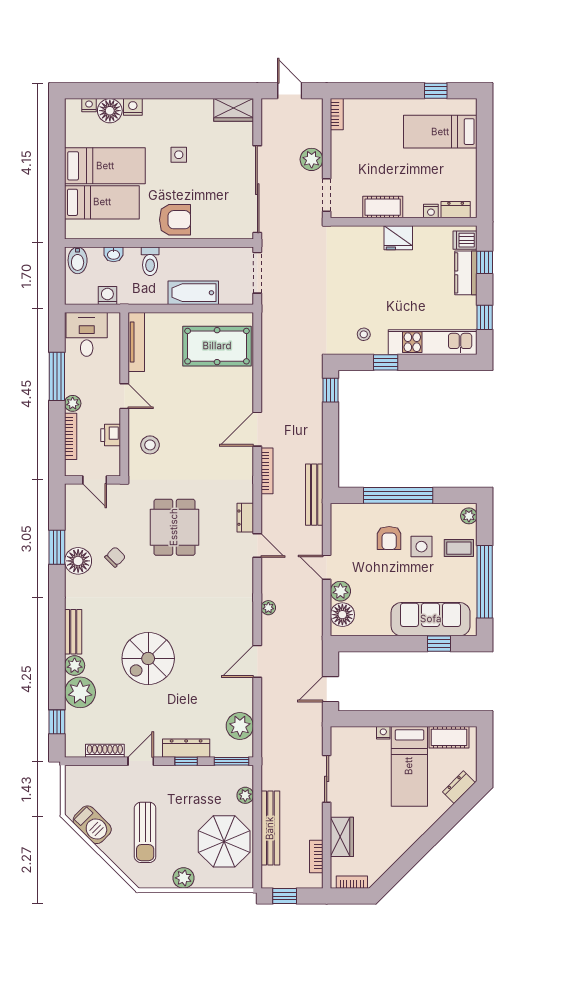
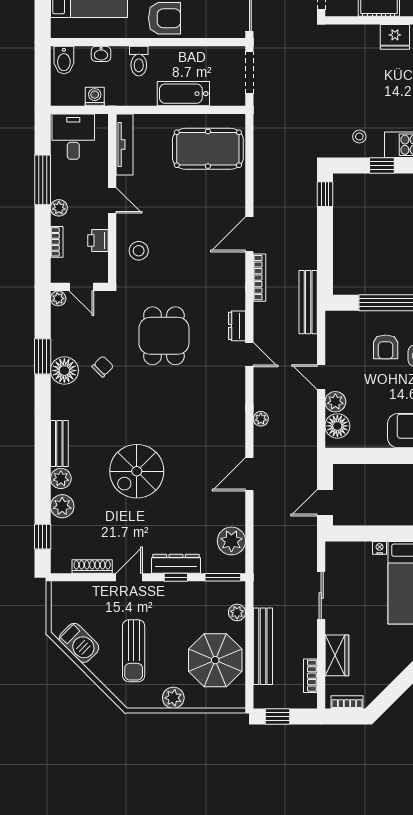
bookcase: (71, 436) -> (57, 242), width x0.64
plant: (72, 491) -> (58, 298), added
plant: (80, 692) -> (62, 506), width x0.73, depth x0.73

